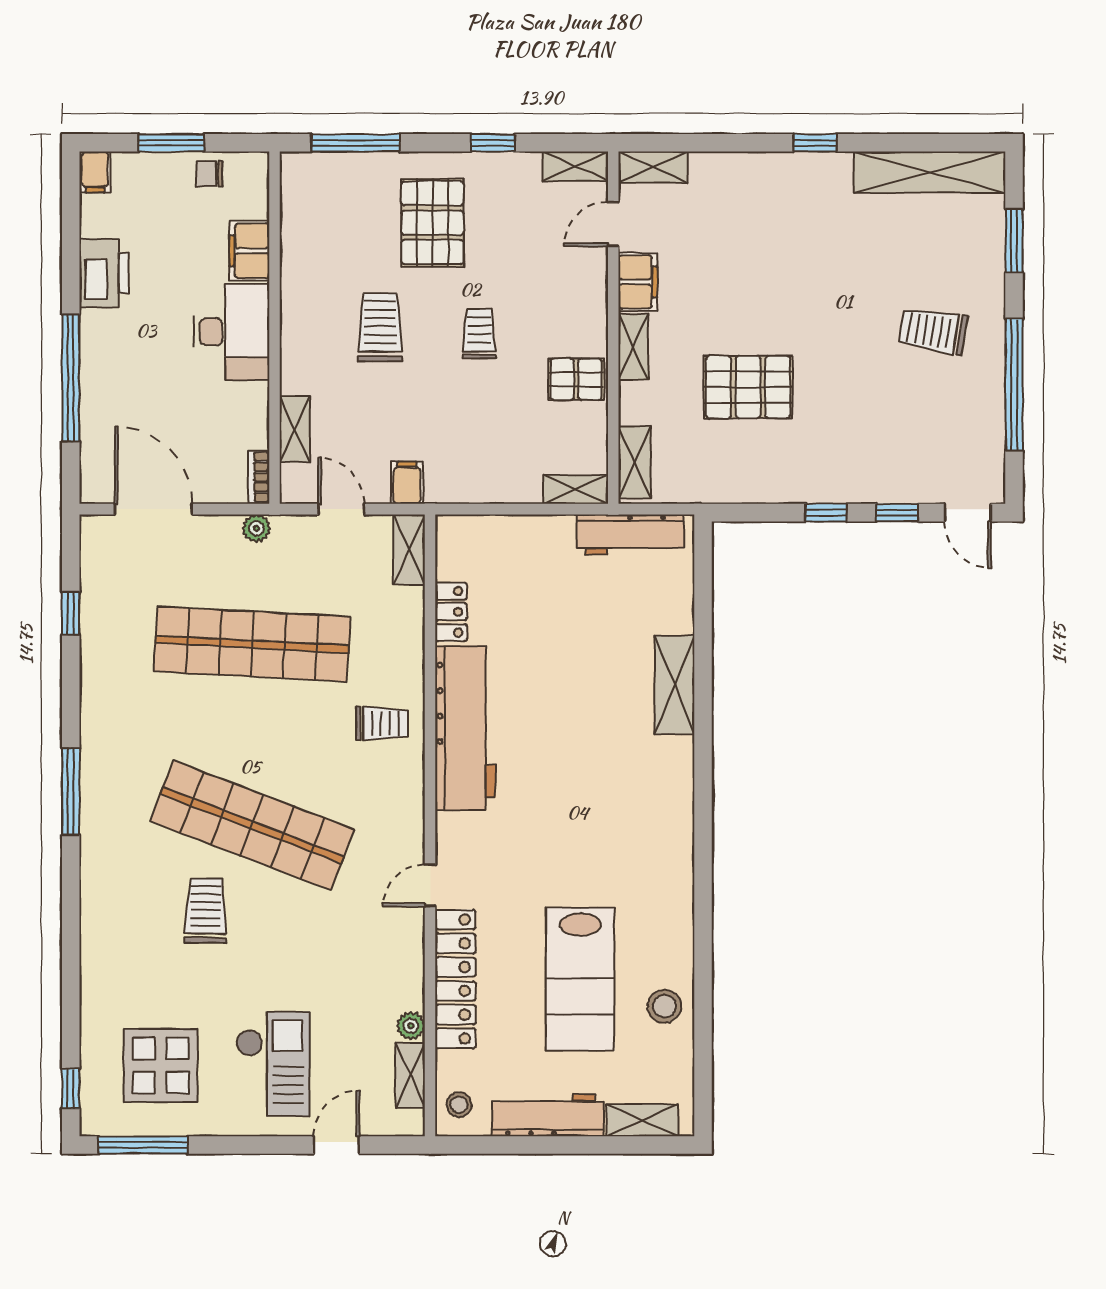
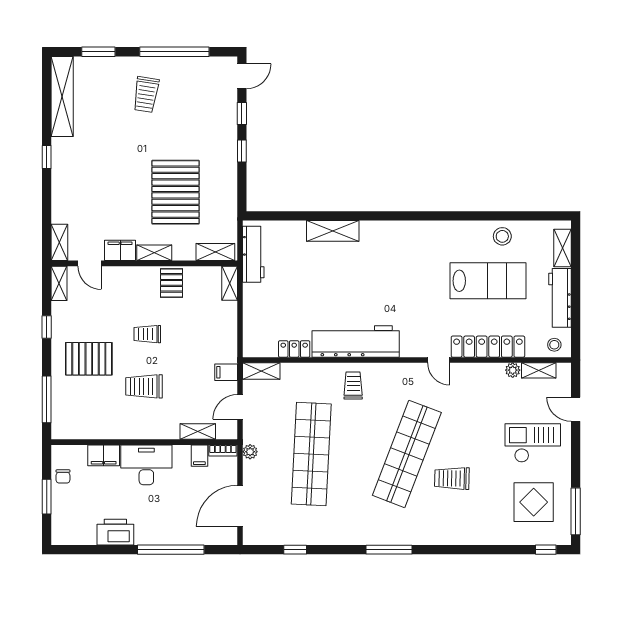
filing cabinet: (95, 172) -> (199, 456), moved, turned 90
pallet: (748, 387) -> (176, 192), width x1.37, depth x1.41

